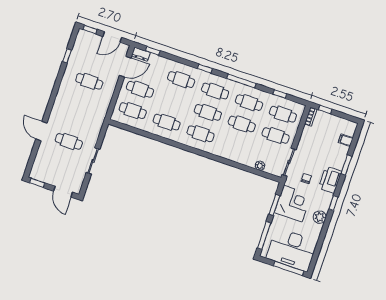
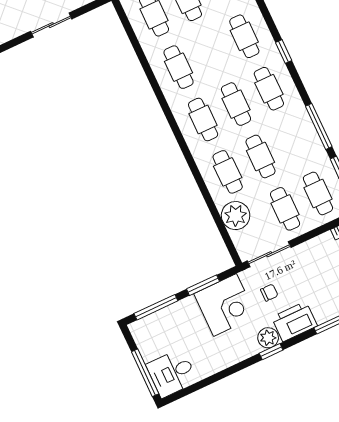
window: (241, 81) -> (319, 126), moved
cafe table: (249, 103) -> (228, 172), moved
plant: (260, 166) -> (236, 216), width x1.87, depth x1.87
plant: (320, 217) -> (268, 338), moved
desk: (292, 250) -> (172, 373), width x0.53, depth x0.77

